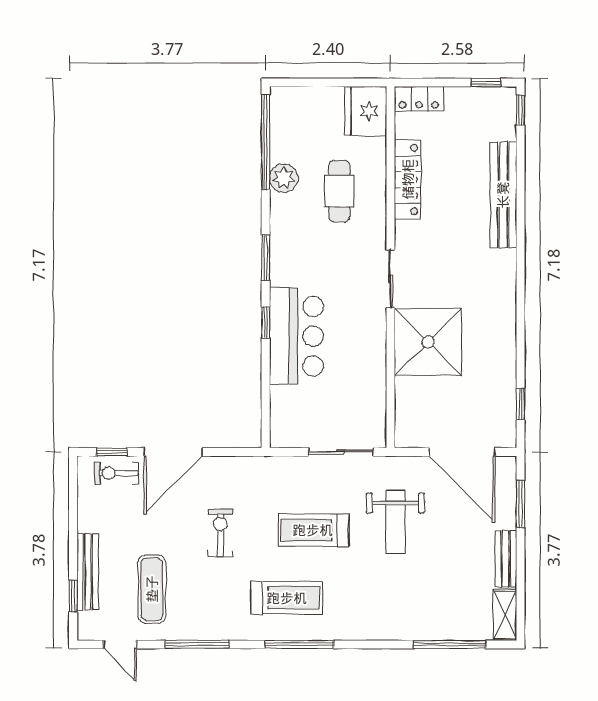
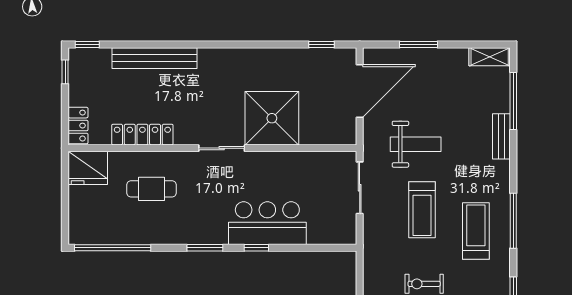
plant: (284, 178) -> (141, 233), removed
window: (521, 504) -> (418, 44), moved
bench: (506, 559) -> (501, 136), moved, turned 90

